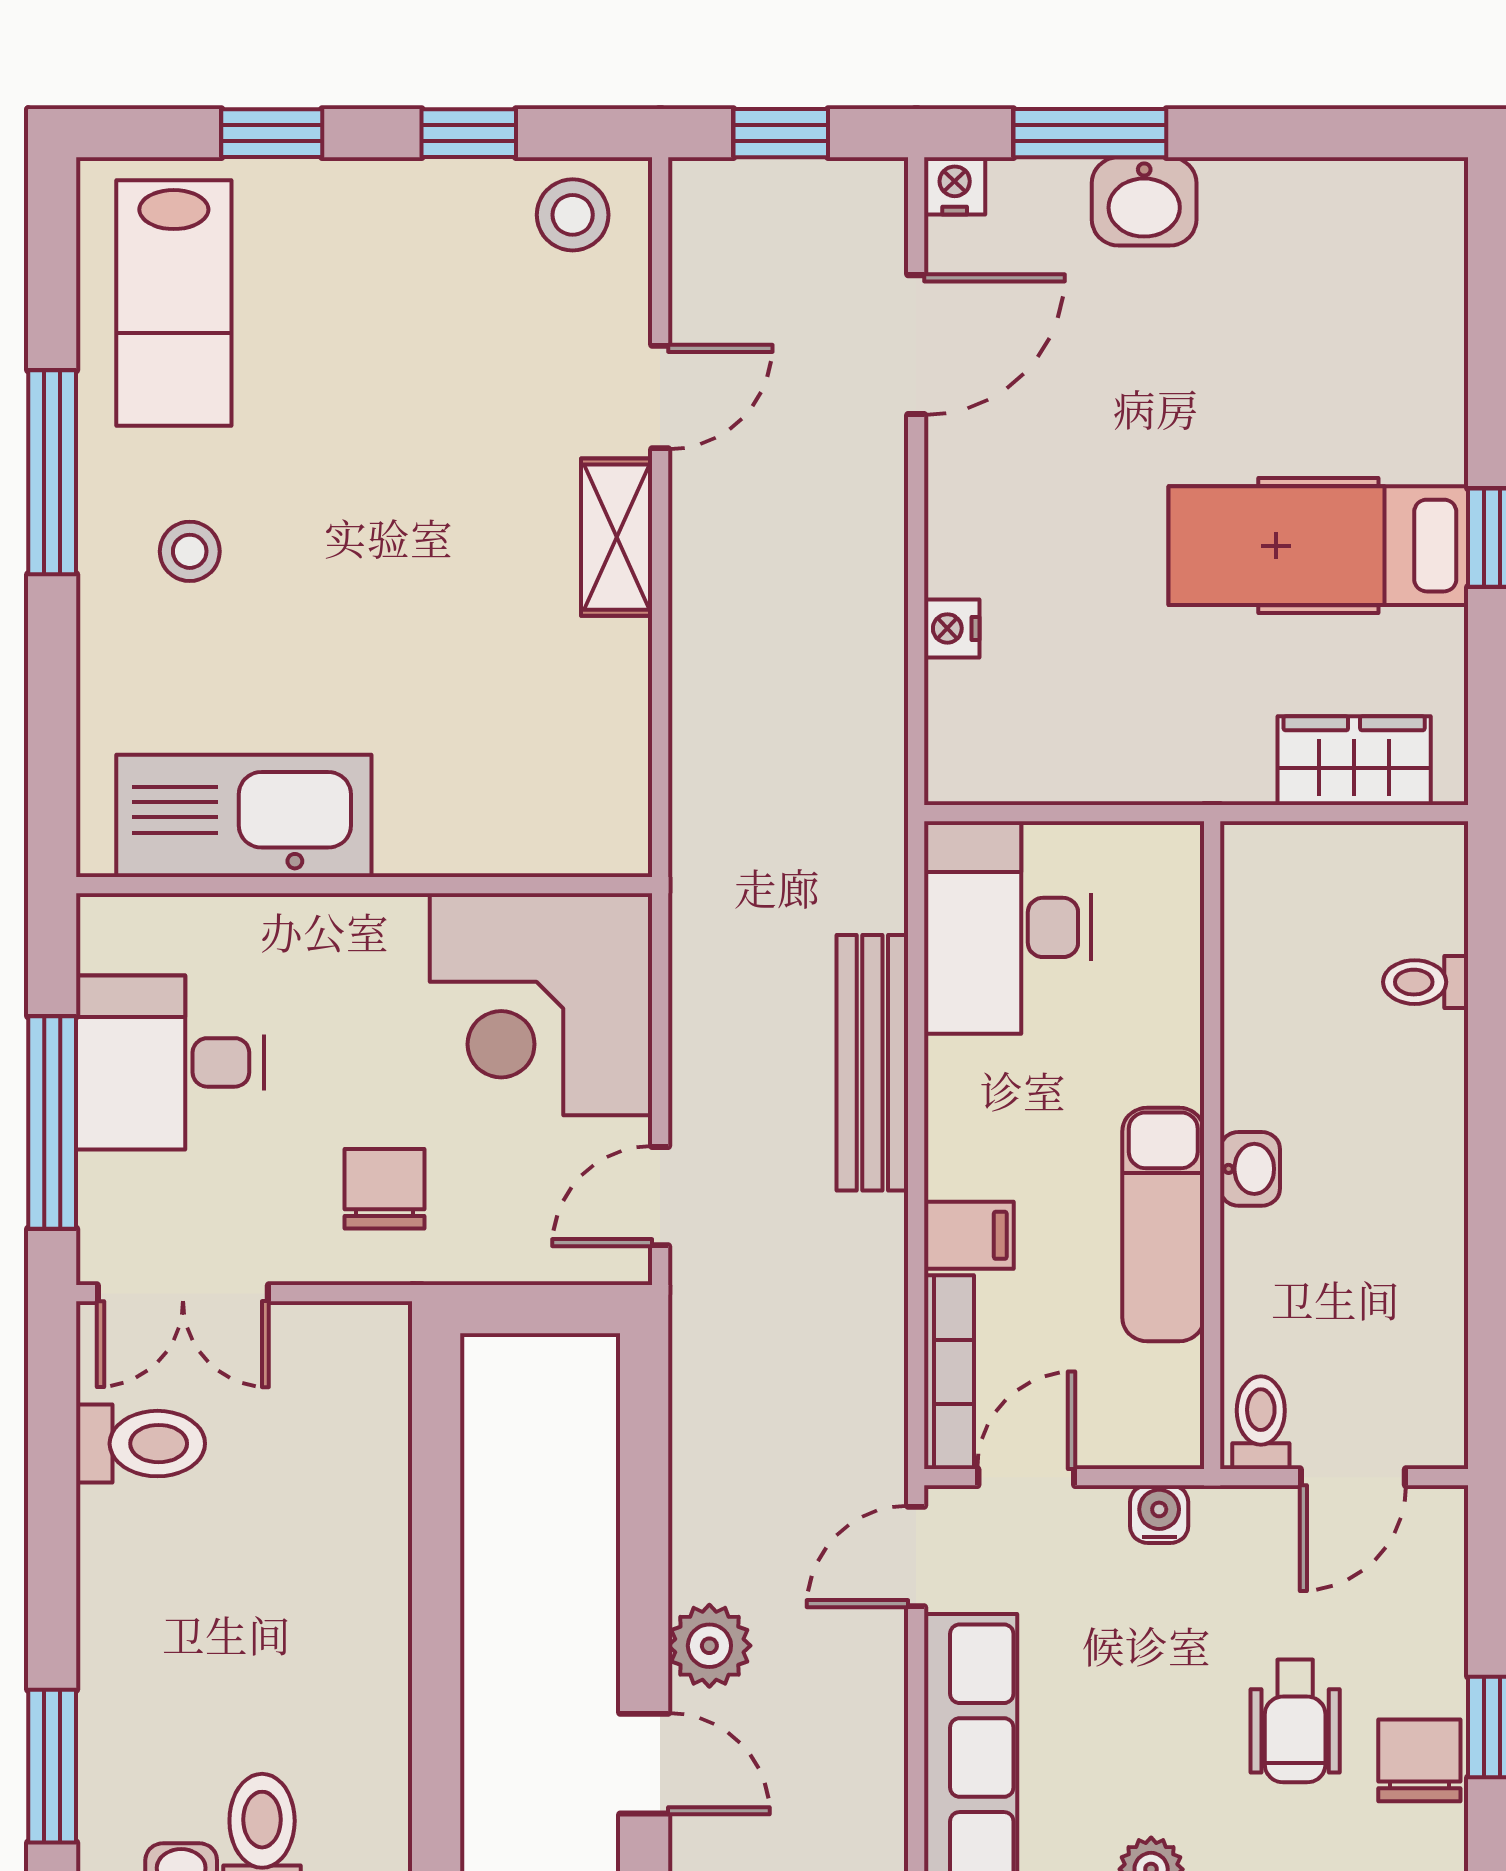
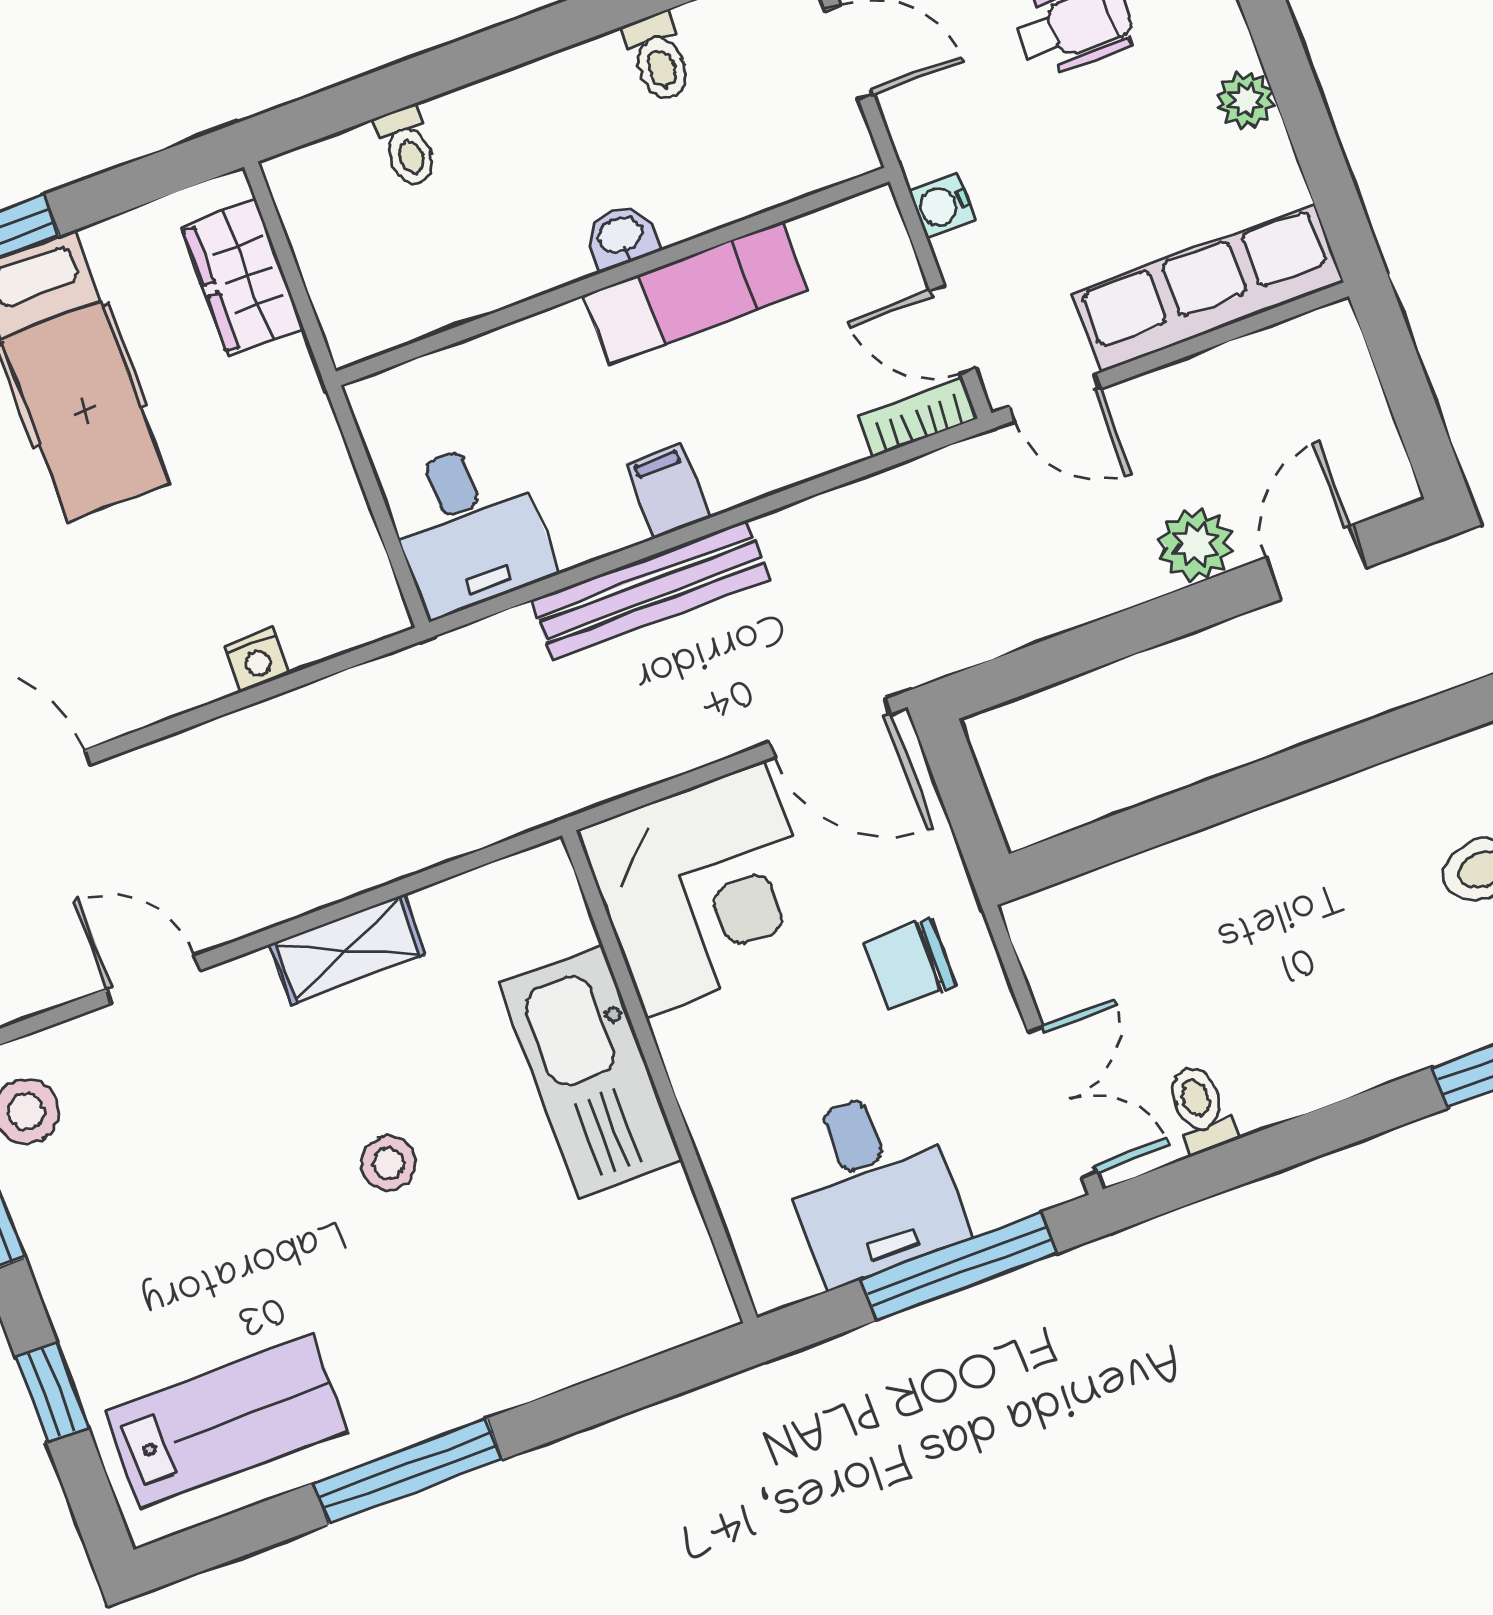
shelving: (617, 537) -> (347, 949), moved
stool: (190, 551) -> (388, 1163), moved
kitchen sink: (244, 816) -> (591, 1072), moved
desk: (1008, 927) -> (468, 527), width x0.73
door: (660, 1196) -> (830, 728), width x1.38
filing cabinet: (969, 1235) -> (667, 491), moved
bookcase: (949, 1372) -> (918, 417), width x0.64
toilet: (1261, 1423) -> (658, 58), moved, turned -90
toilet: (141, 1444) -> (1200, 1109), width x0.73, depth x0.72

